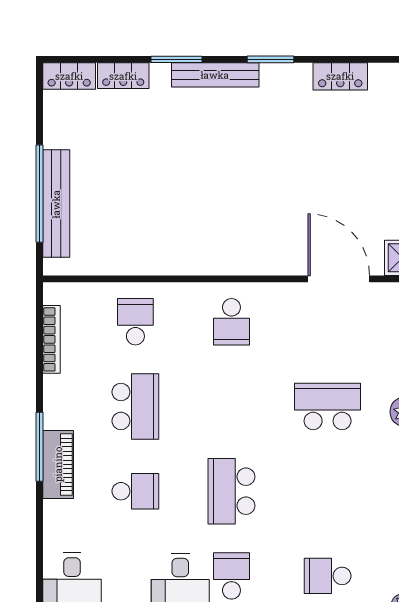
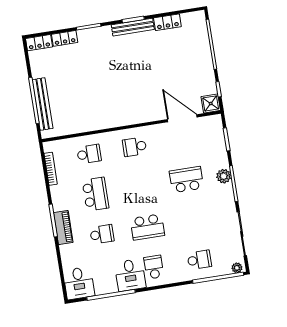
bench: (215, 75) -> (133, 27), moved
school desk: (135, 322) -> (89, 154), turned 90
school desk: (231, 322) -> (135, 147), turned 90
school desk: (231, 491) -> (147, 227), turned -90
school desk: (328, 576) -> (199, 260), turned 180

